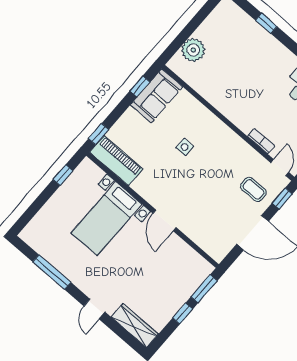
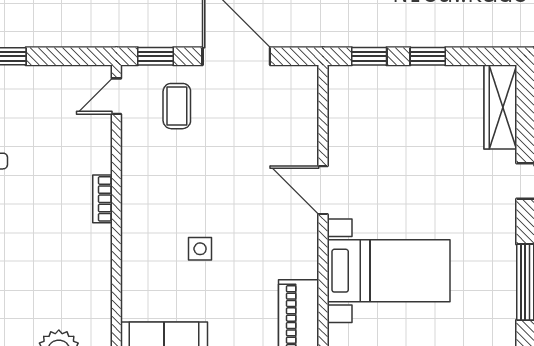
bookcase: (261, 141) -> (103, 199), moved
door: (165, 220) -> (323, 190), swing flipped
window: (204, 289) -> (369, 56), width x0.67

